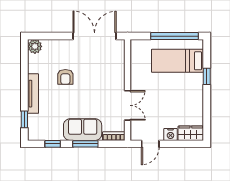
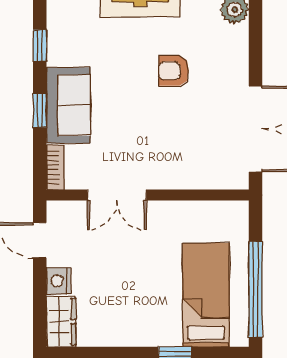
window: (85, 144) -> (40, 111), width x0.67

